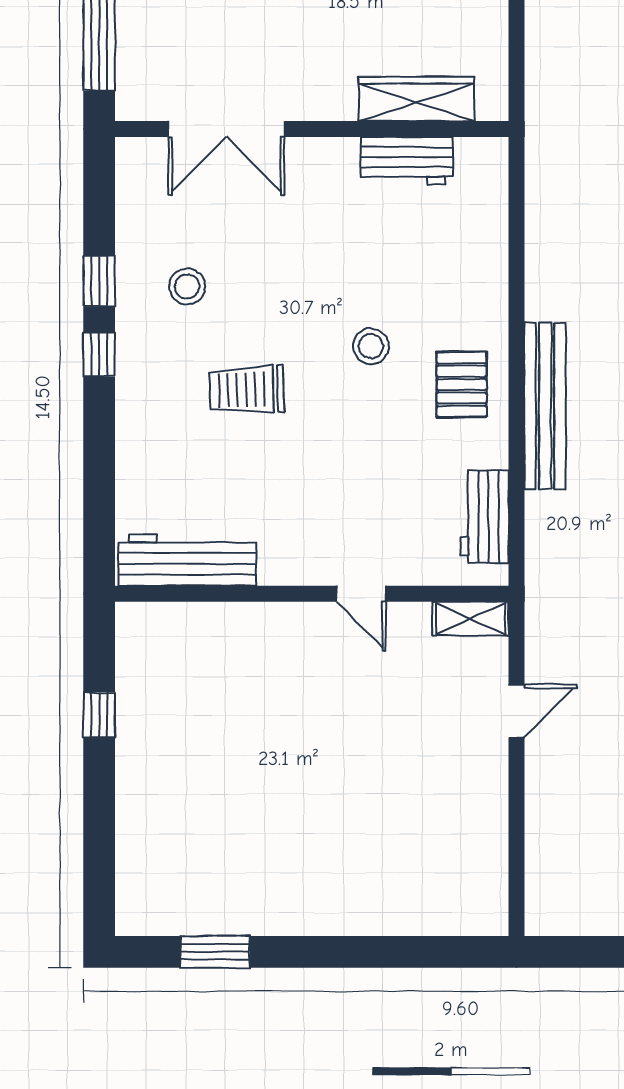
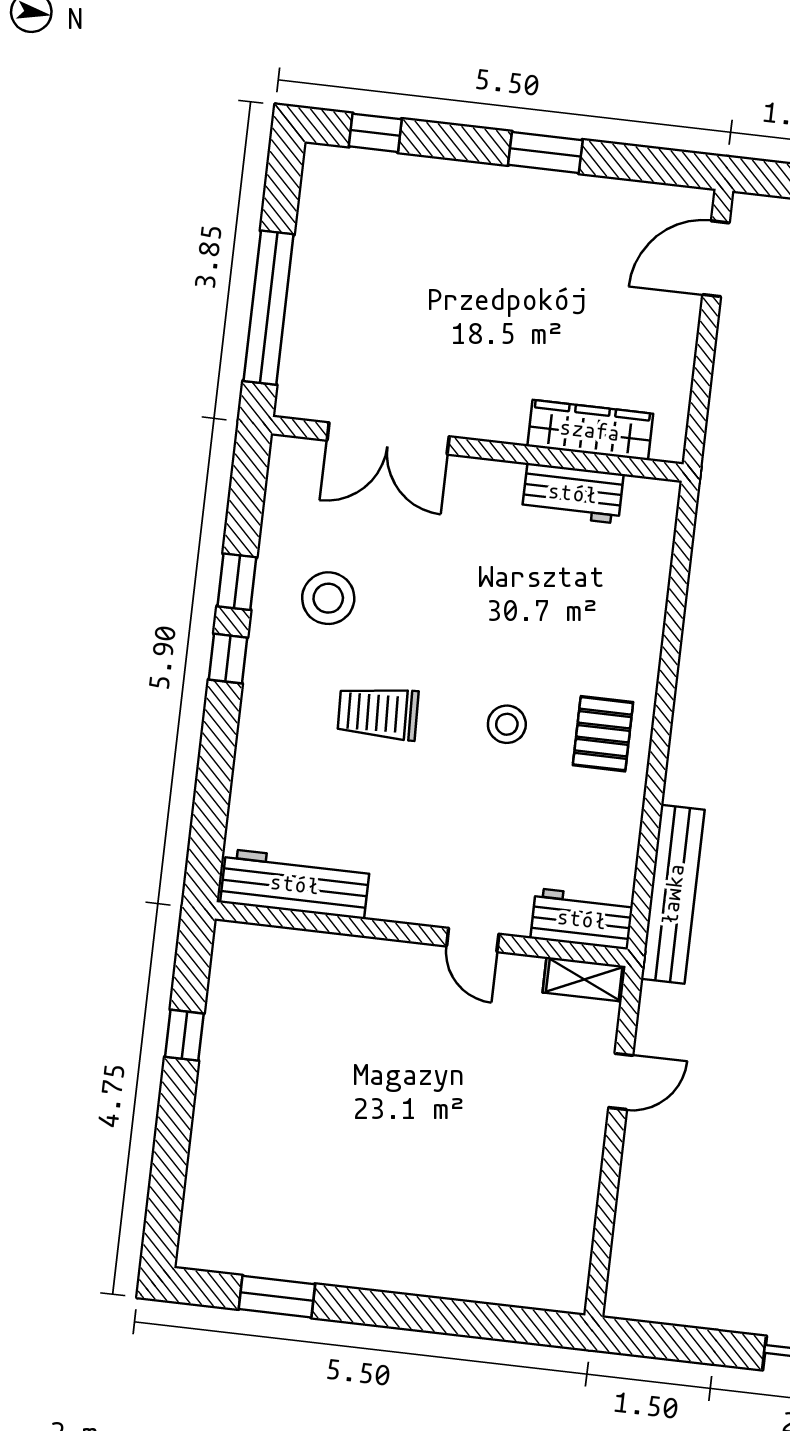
stool: (187, 286) -> (328, 598), width x1.38, depth x1.38
stool: (371, 346) -> (507, 724), moved
bench: (545, 406) -> (673, 894), moved
workbench: (484, 517) -> (582, 919), moved, turned 90

